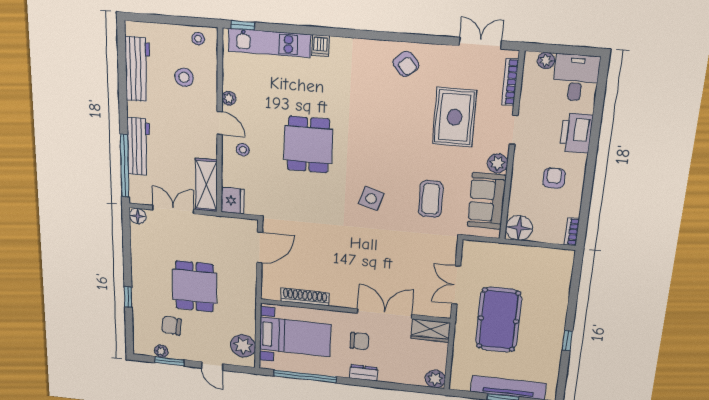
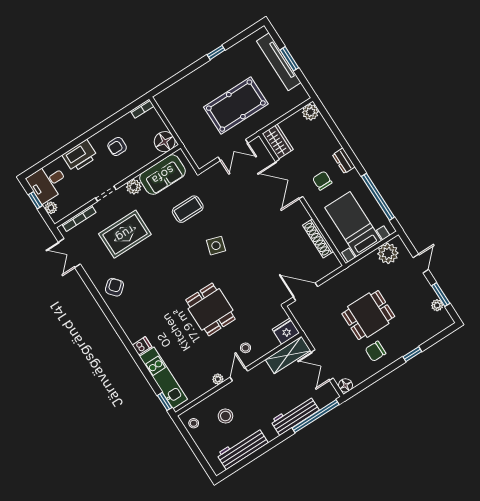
window: (568, 50) -> (35, 200), added
dining table: (308, 145) -> (210, 309), turned 90
chair: (171, 326) -> (375, 351), moved, turned 85

